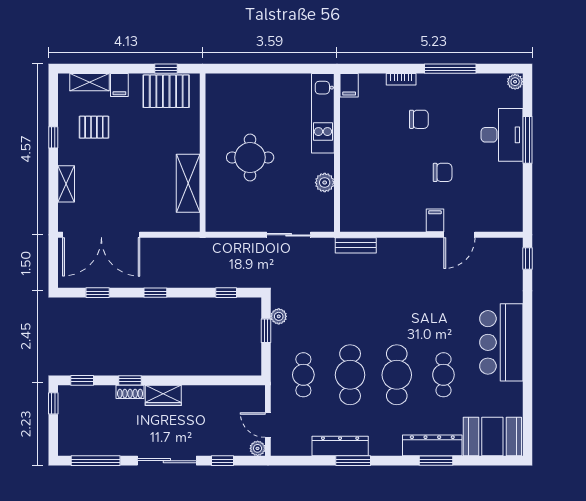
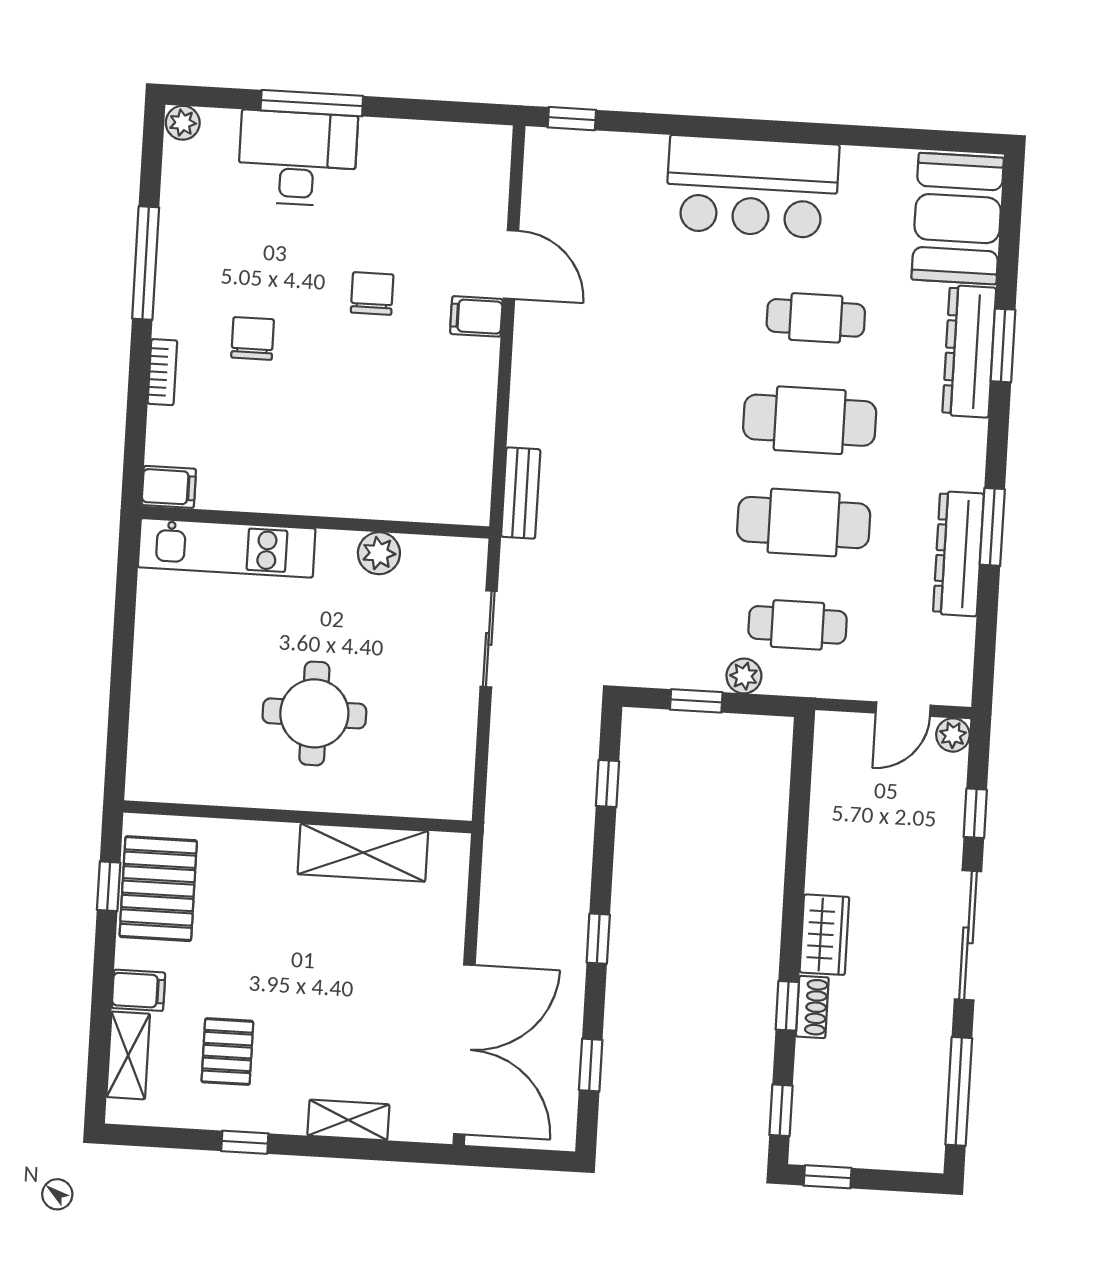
plant: (279, 316) -> (744, 676), moved

